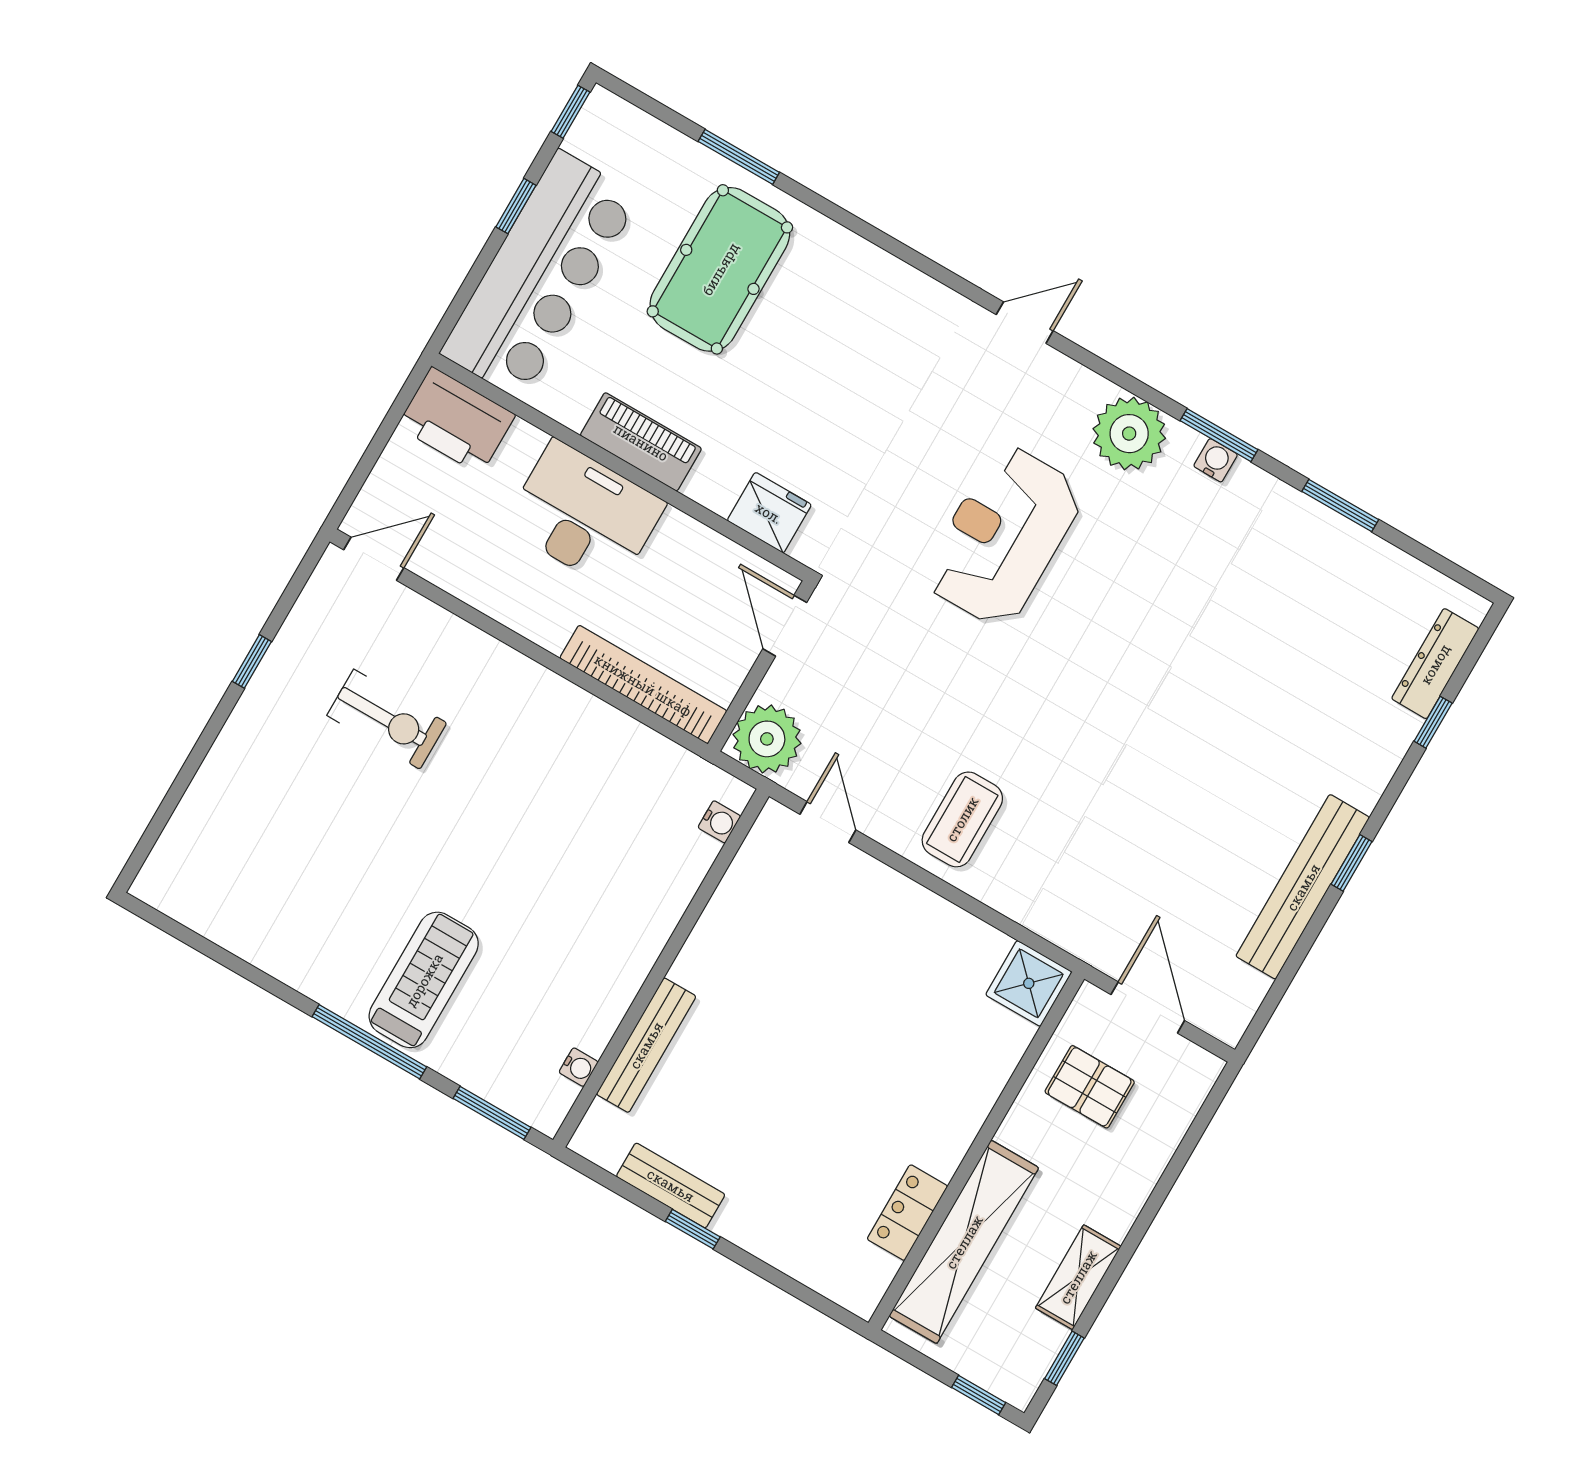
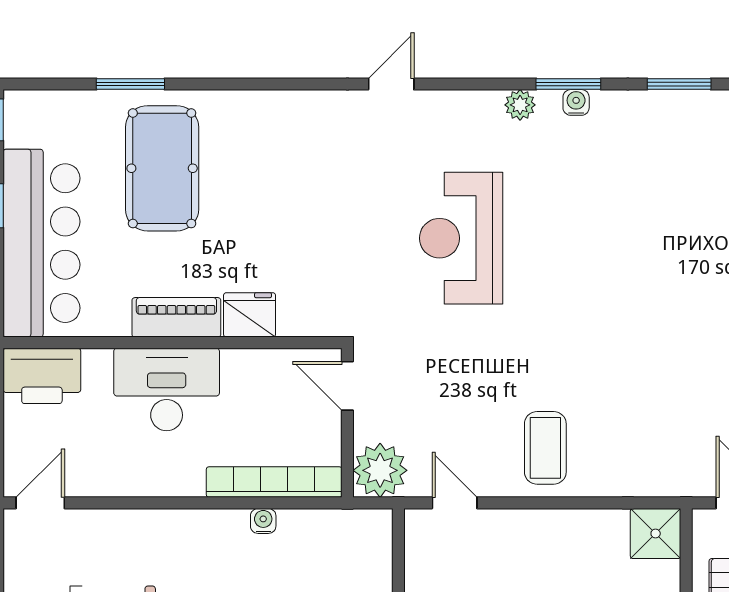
plant: (1129, 434) -> (520, 105), width x0.53, depth x0.53
fridge: (769, 513) -> (250, 315), moved
water cooler: (719, 822) -> (263, 521), moved, turned -90

